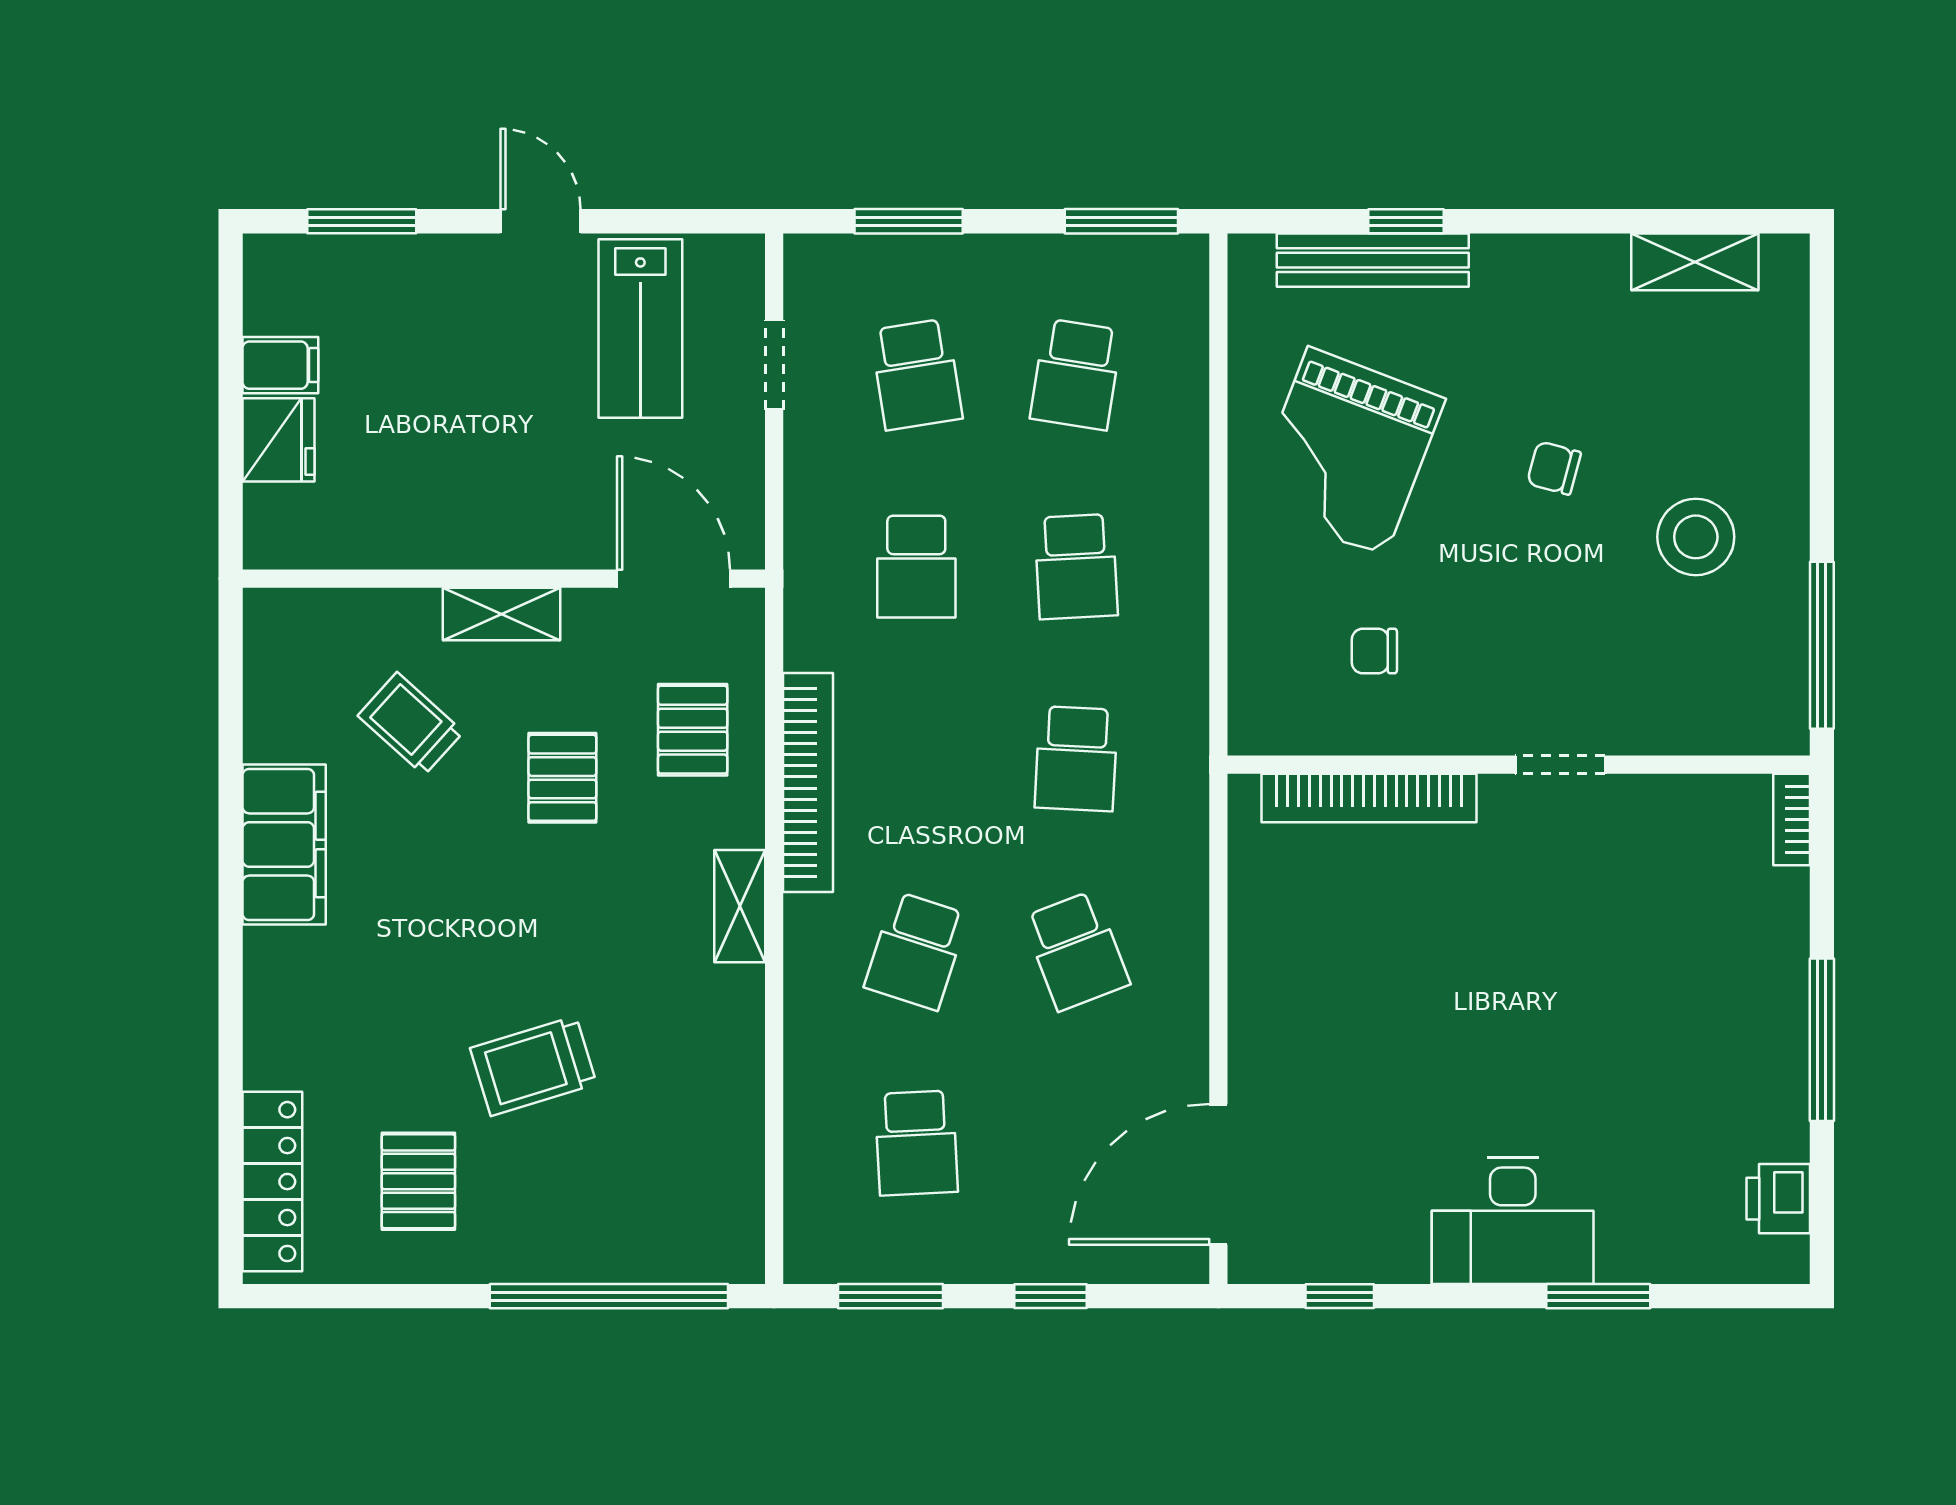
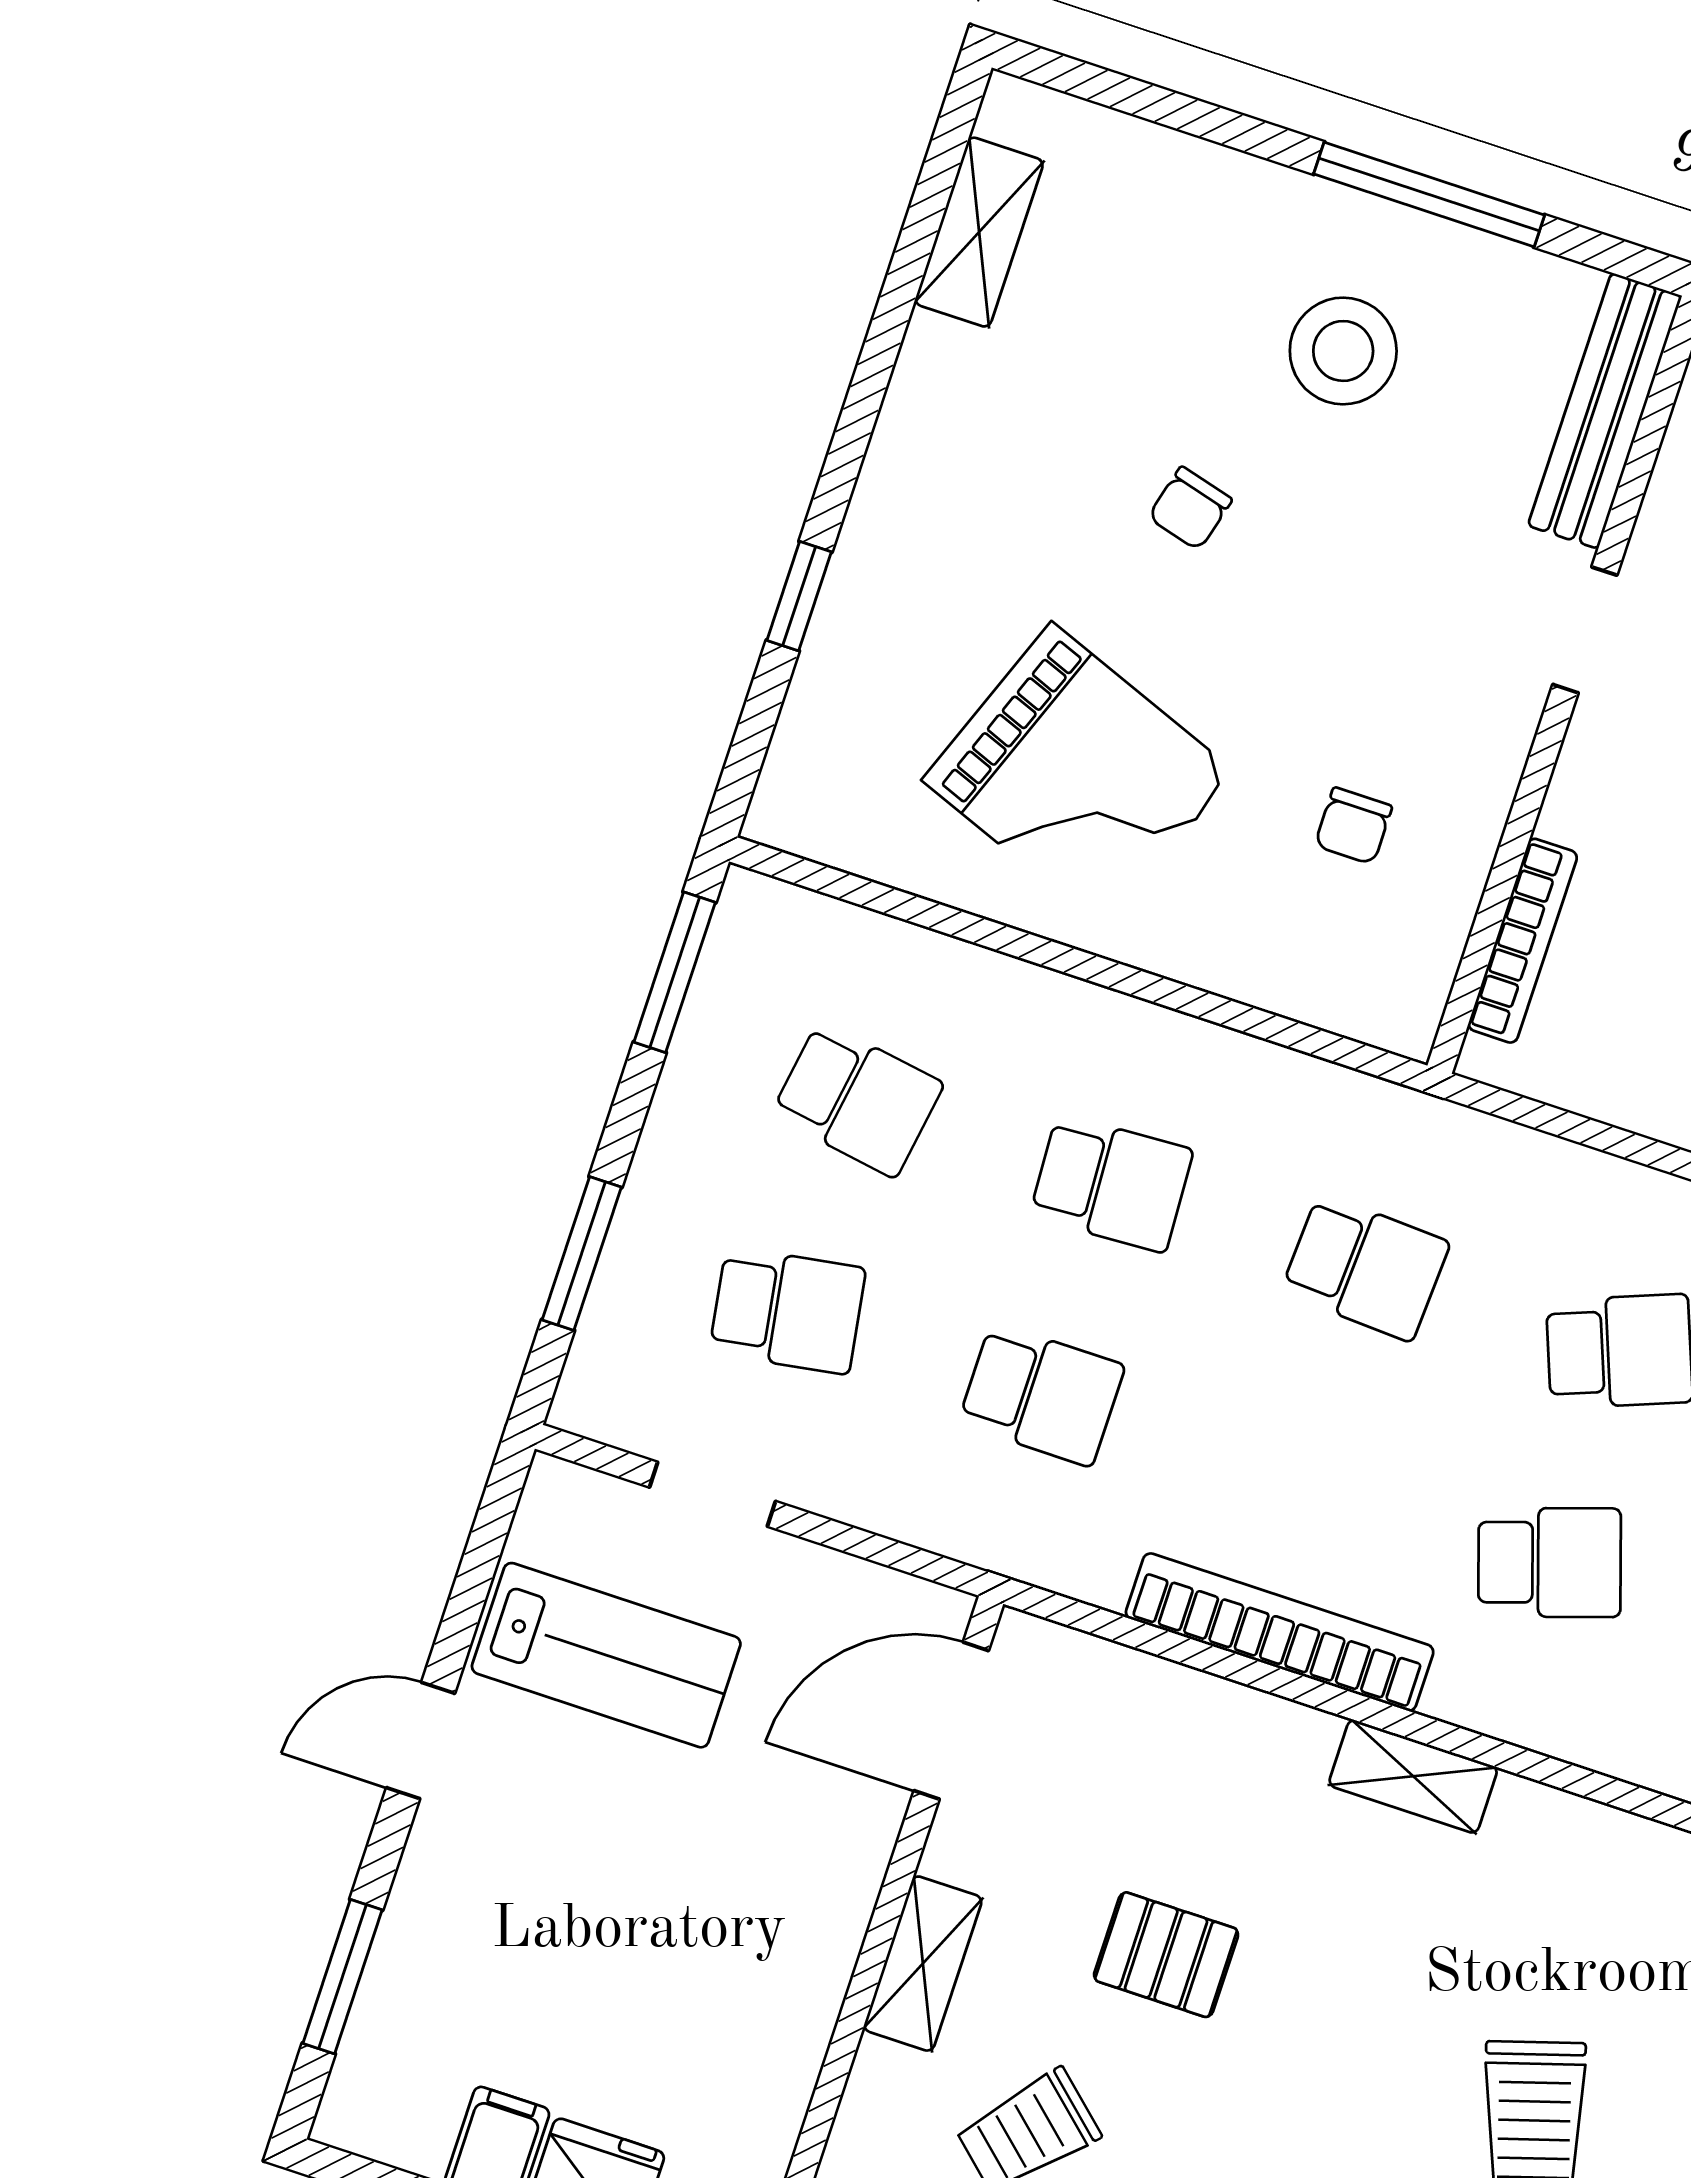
bench: (1373, 260) -> (1605, 411), moved
window: (1822, 645) -> (1429, 194), moved
pallet: (693, 730) -> (1159, 1761), removed
bookcase: (1369, 798) -> (1523, 941), width x0.68, depth x0.76
school desk: (916, 951) -> (1550, 1562), turned -36

